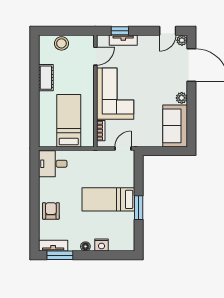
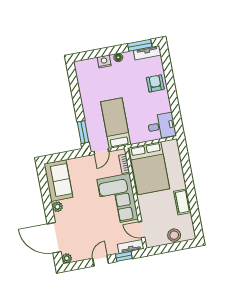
door: (168, 31) -> (101, 261), moved
tv unit: (123, 40) -> (131, 246), moved
door: (95, 56) -> (142, 230), hinge flipped
bed: (69, 121) -> (149, 168), width x1.50
bed: (108, 199) -> (116, 123), moved, turned -90
window: (139, 208) -> (83, 132), moved
armchair: (51, 211) -> (155, 83), turned 180

